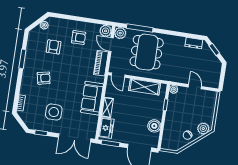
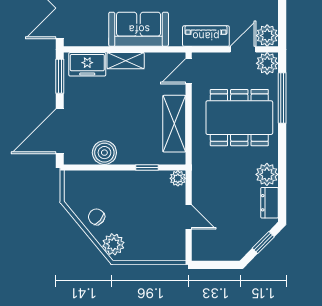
plant: (179, 42) -> (267, 174), added
door: (195, 87) -> (189, 217), hinge flipped

